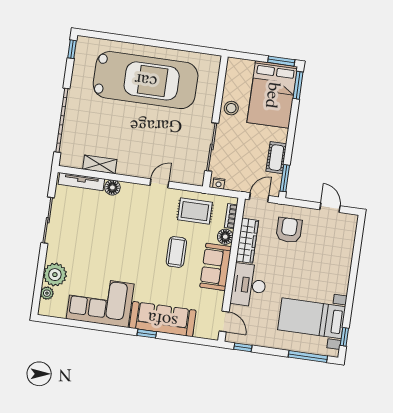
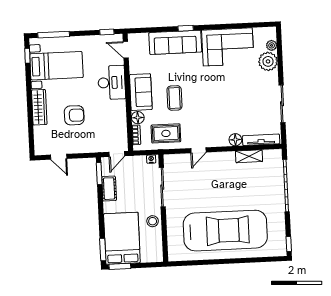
car: (146, 80) -> (225, 231), turned 180
armchair: (289, 230) -> (74, 115), moved, turned -90
wardrobe: (247, 241) -> (39, 107), moved, turned 180

